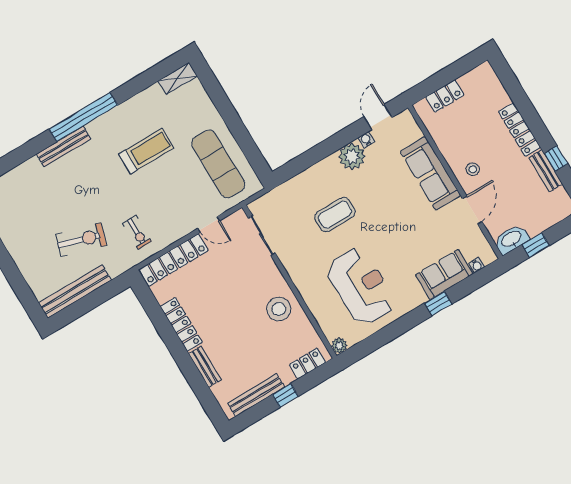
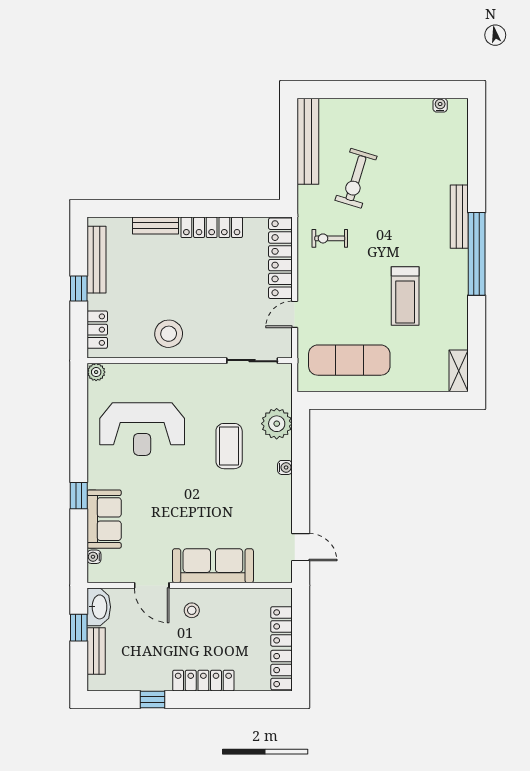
locker: (477, 76) -> (282, 670), added
water cooler: (366, 140) -> (285, 467), moved
plant: (352, 156) -> (277, 424), moved
bench: (546, 171) -> (96, 651), moved, turned 90

